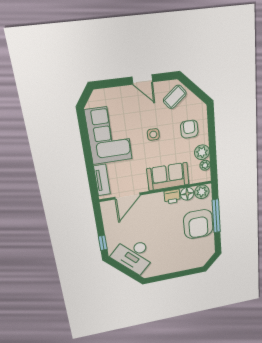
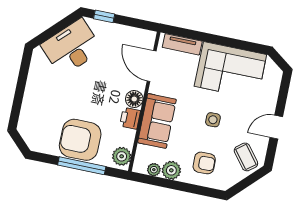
floor lamp: (187, 194) -> (134, 99), moved

